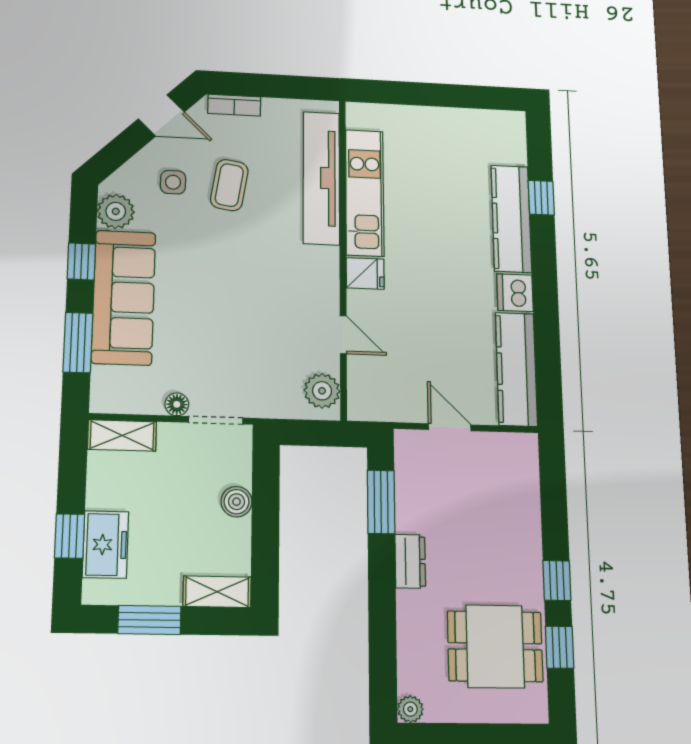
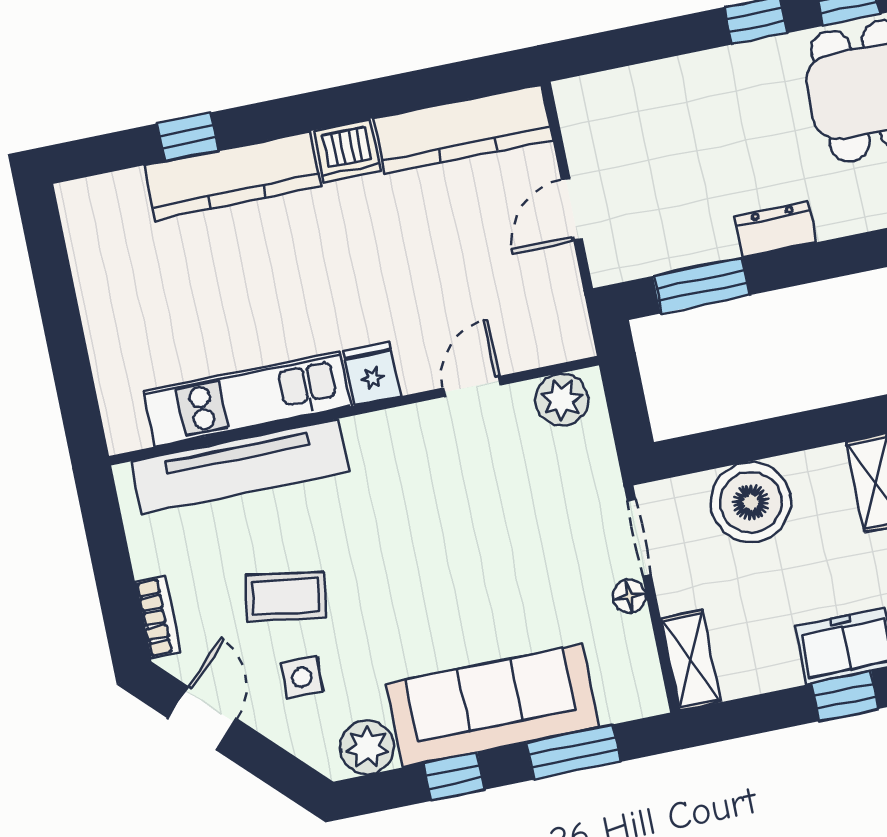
boiler: (237, 502) -> (751, 502), width x1.86, depth x1.86

